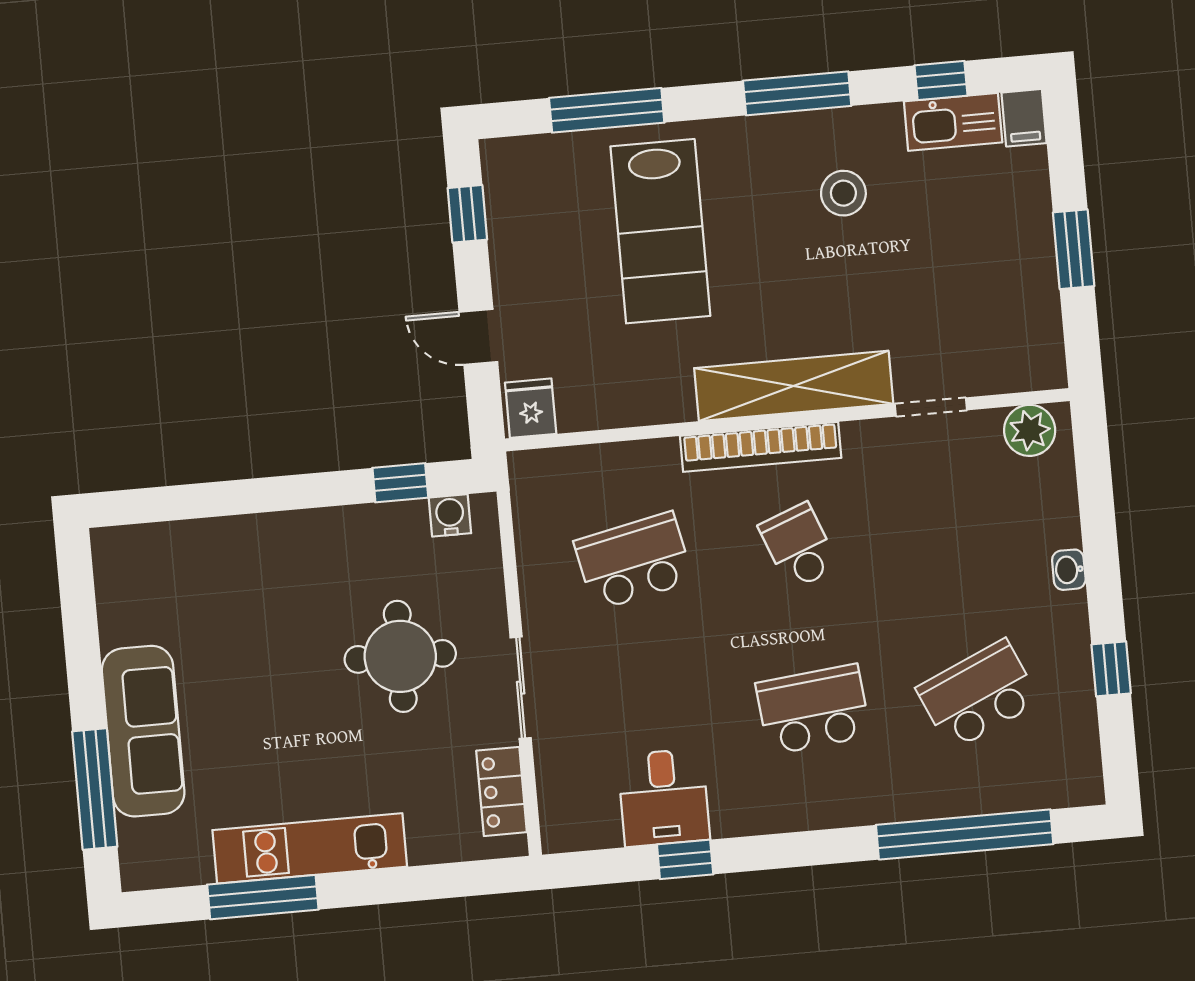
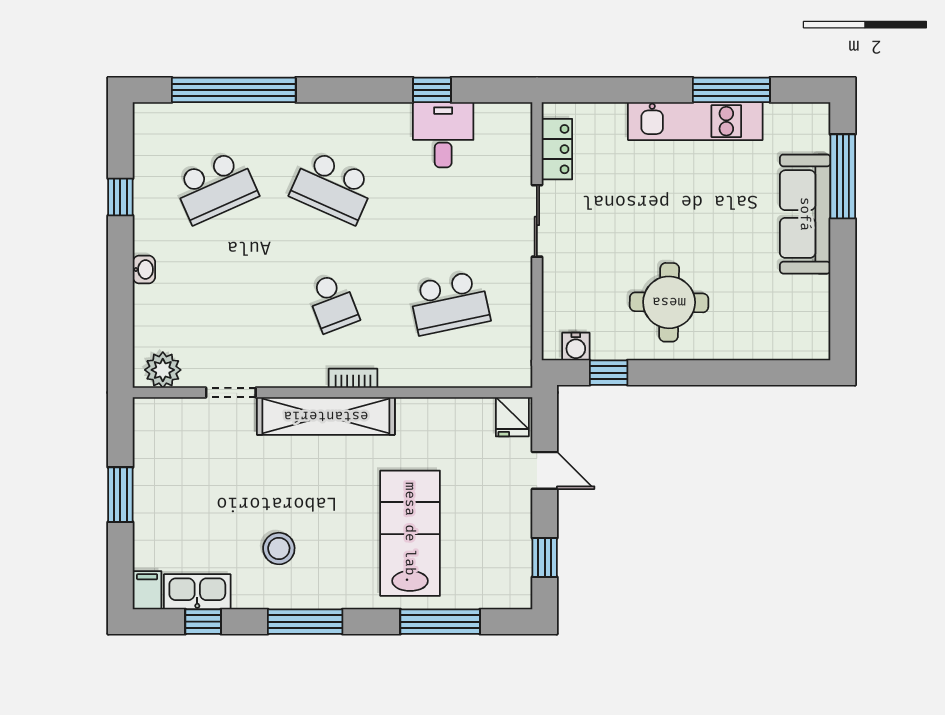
bookcase: (761, 447) -> (353, 378), width x0.43, depth x0.76
round table: (400, 656) -> (669, 302), moved
school desk: (813, 710) -> (333, 187), turned 30

